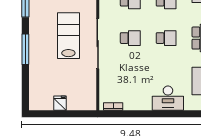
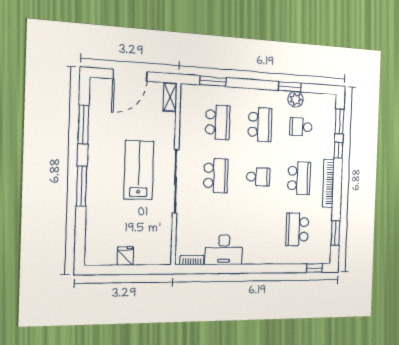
school desk: (130, 38) -> (216, 176), width x1.85
desk: (168, 98) -> (224, 250), moved

